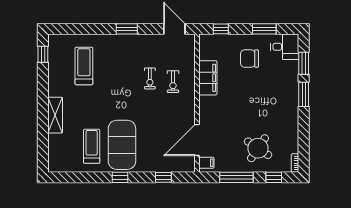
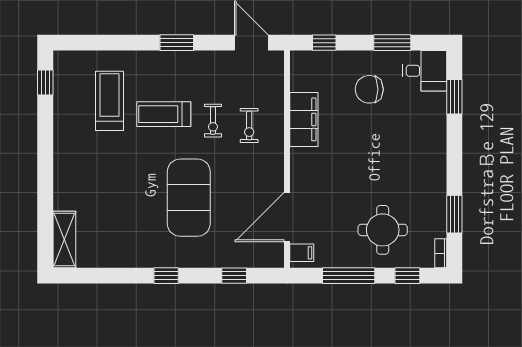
window: (304, 94) -> (454, 214), moved
shelving: (55, 115) -> (64, 239), moved
exercise mat: (122, 145) -> (189, 198), moved
treadmill: (92, 146) -> (164, 114), moved, turned -90
round table: (258, 148) -> (383, 230), turned -34

